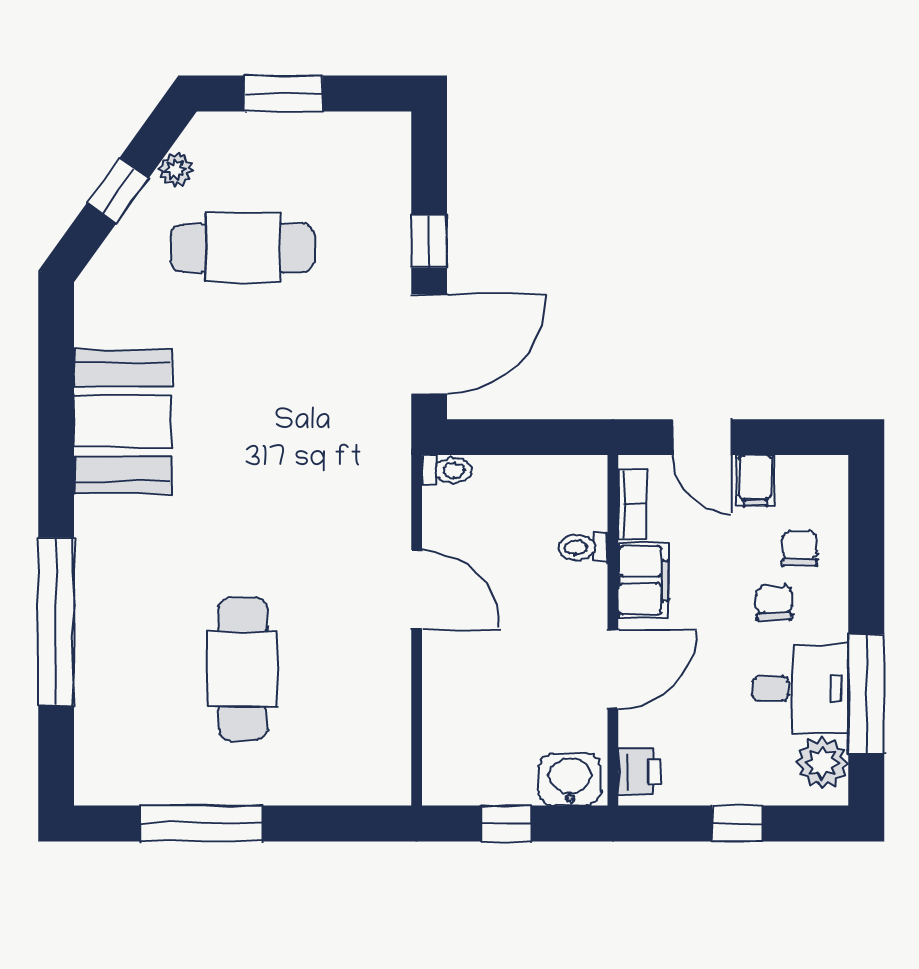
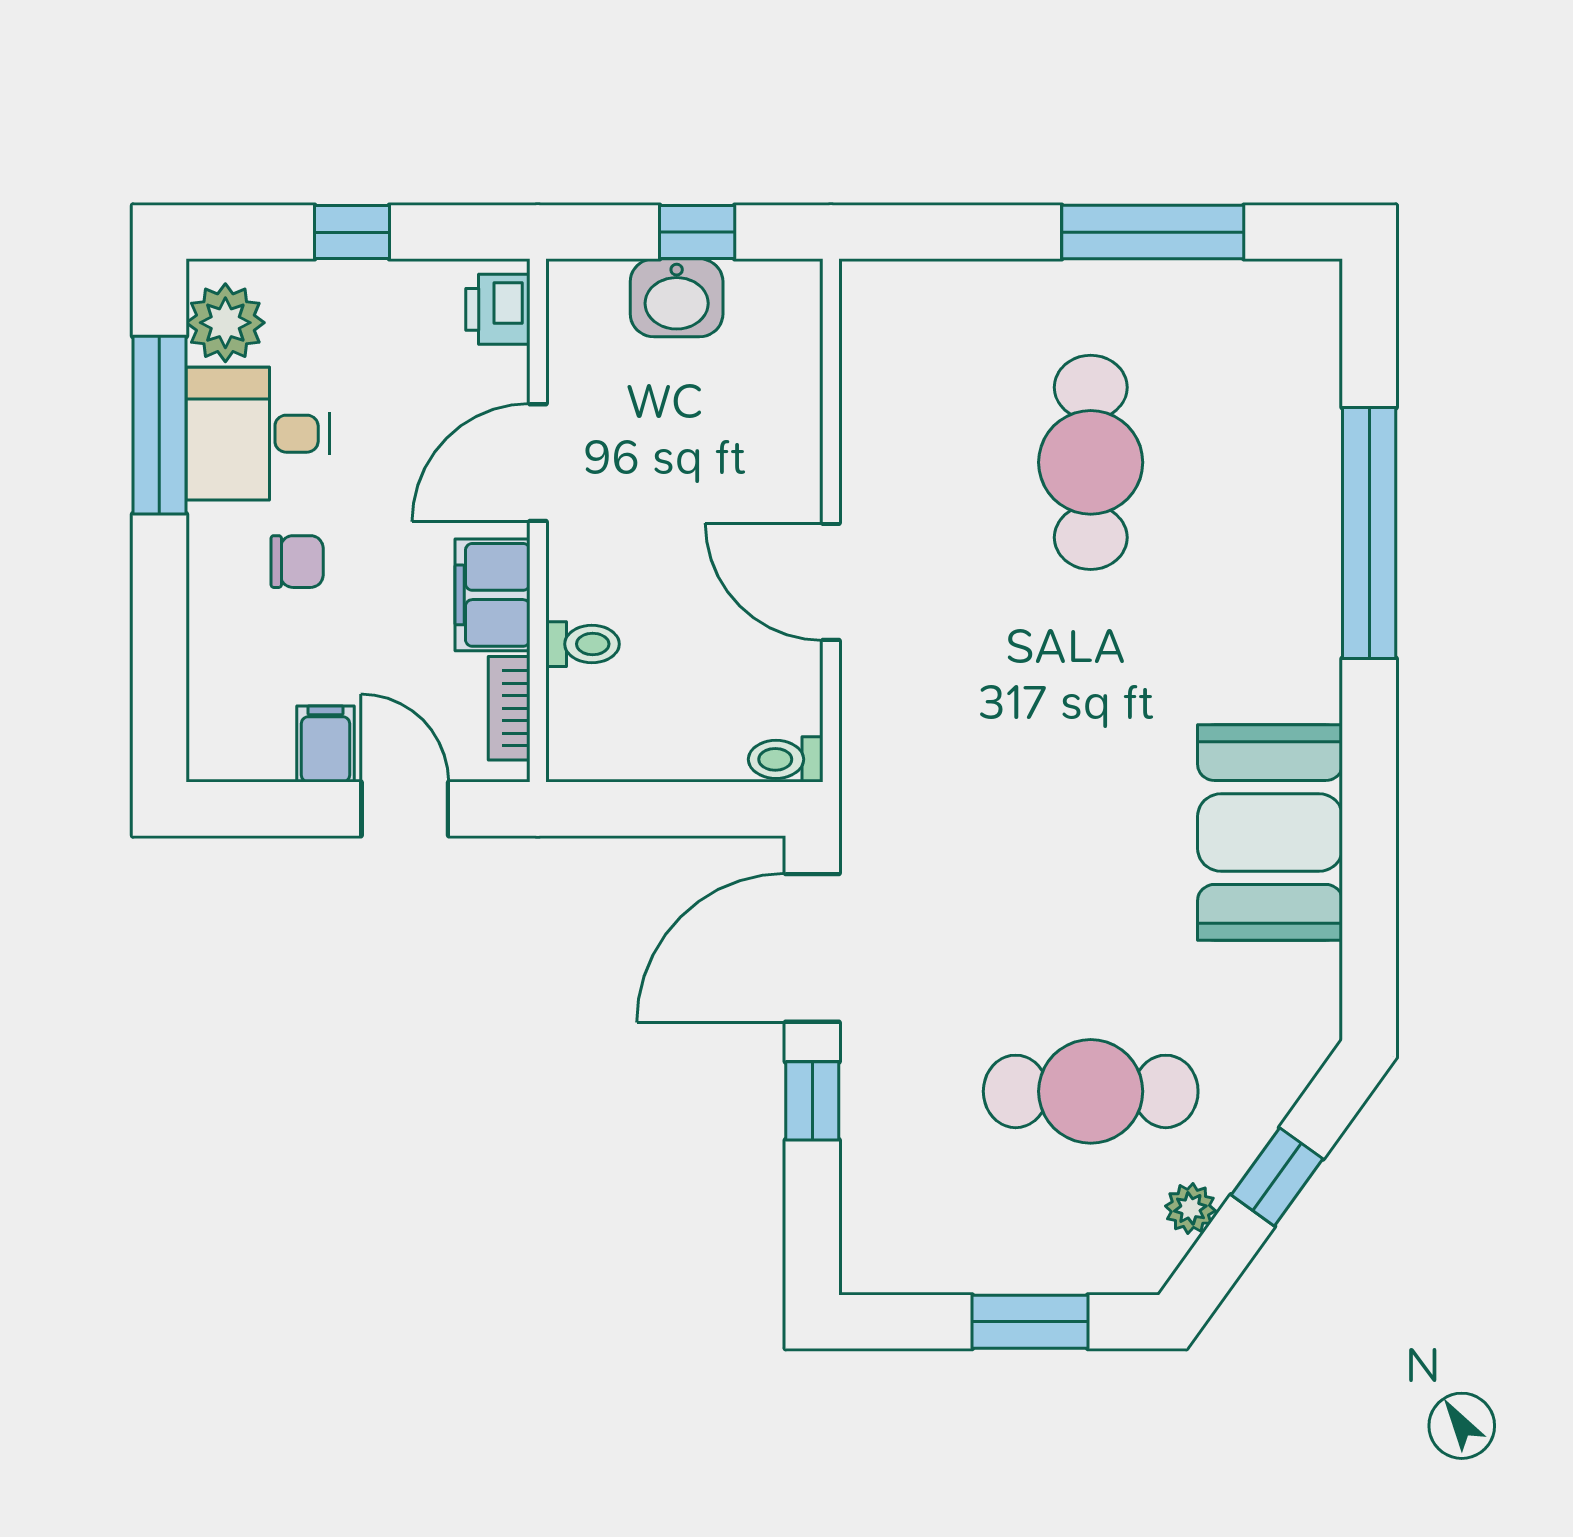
chair: (800, 549) -> (259, 642), removed
chair: (774, 603) -> (297, 562), turned -90
washbasin: (570, 779) -> (677, 298), moved

